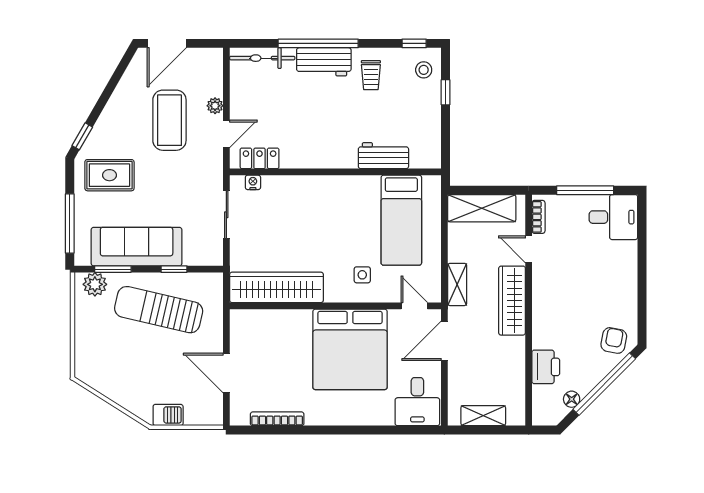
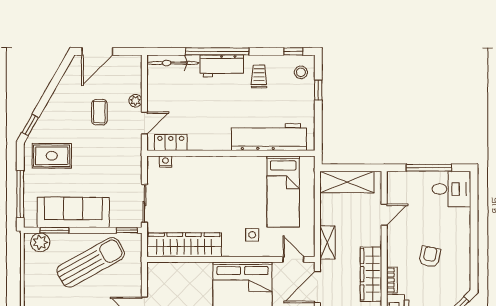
trolley: (371, 75) -> (259, 76), turned 180
coffee table: (169, 120) -> (99, 112), width x0.54, depth x0.58
workbench: (383, 156) -> (269, 137), width x1.87, depth x1.32
sliding door: (226, 215) -> (144, 203), moved
bookcase: (538, 217) -> (392, 280), moved
door: (529, 249) -> (384, 215), swing flipped
window: (174, 269) -> (127, 230), moved
wardrobe: (512, 301) -> (371, 274), moved
sun lounger: (159, 310) -> (91, 262), turned 138
armchair: (614, 340) -> (430, 257), moved

